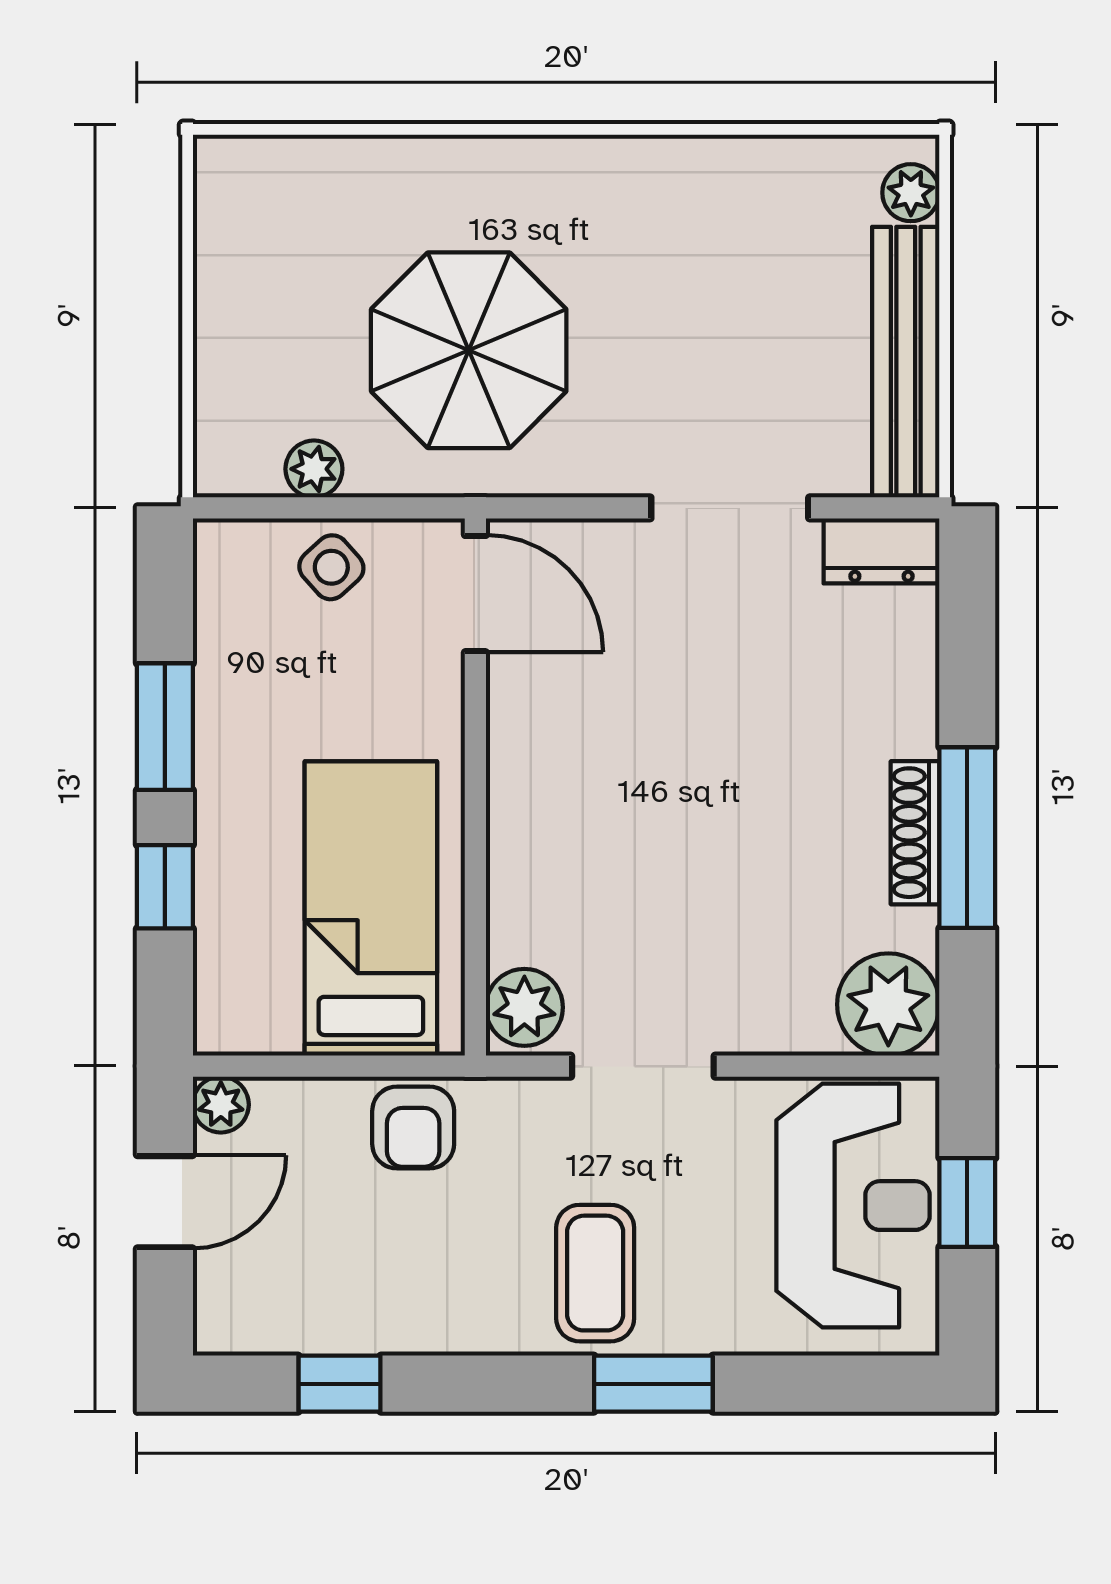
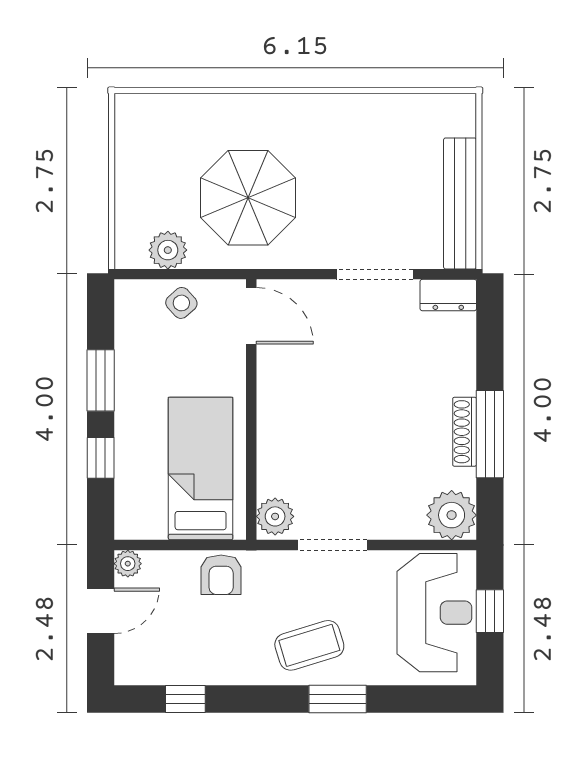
plant: (911, 193) -> (463, 121), removed
plant: (314, 469) -> (168, 250), width x1.38, depth x1.38
coffee table: (595, 1273) -> (309, 645), turned 73

